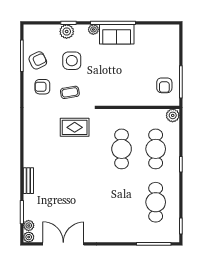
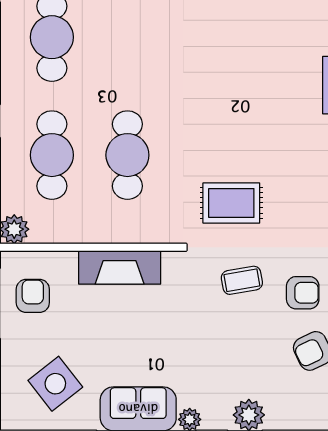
side table: (72, 61) -> (55, 384), moved, turned -38
fireplace: (125, 98) -> (120, 267), added

